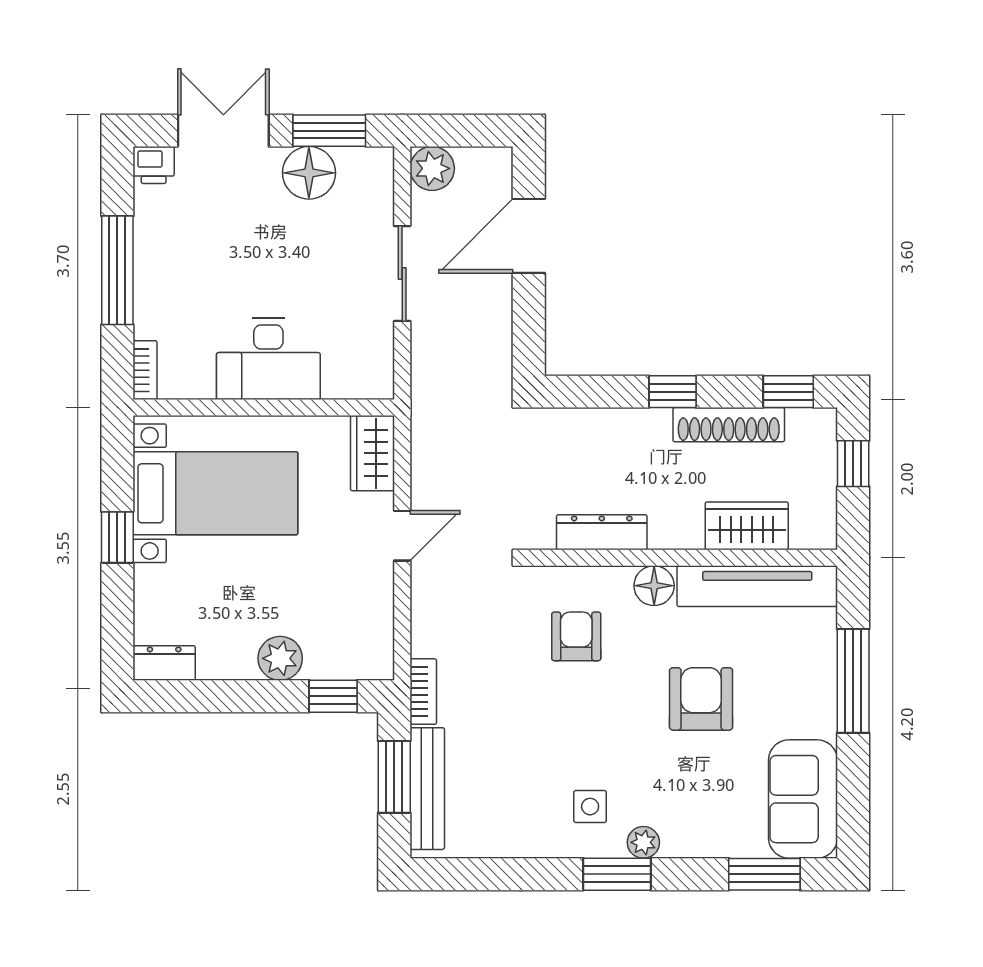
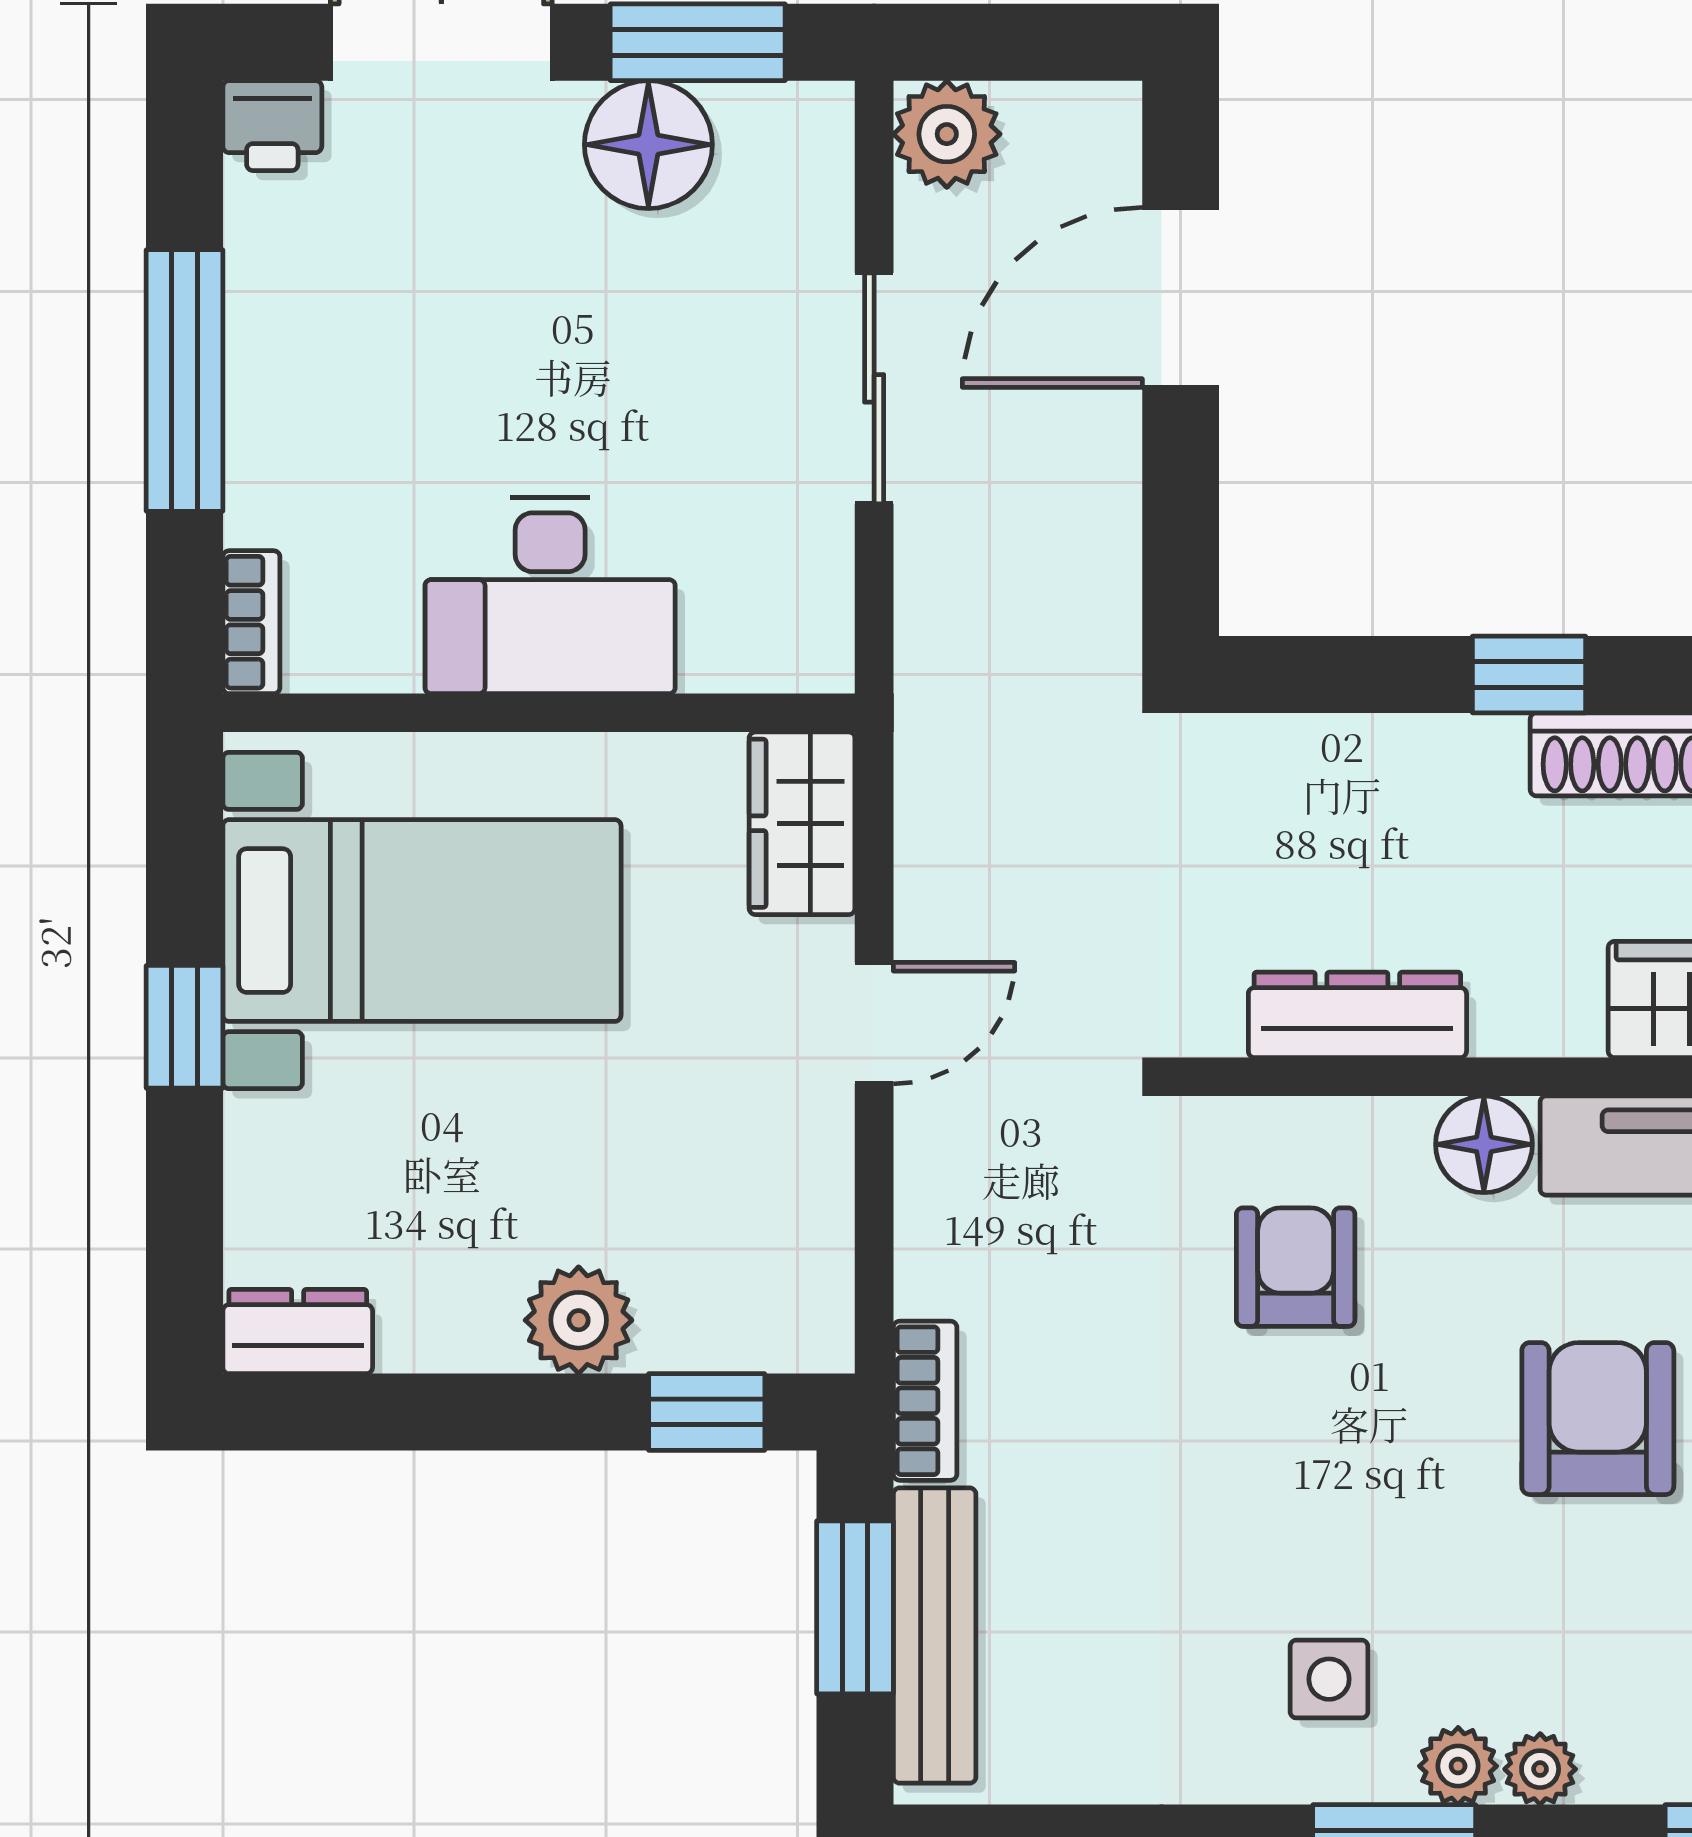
plant: (677, 844) -> (1540, 1769), added

